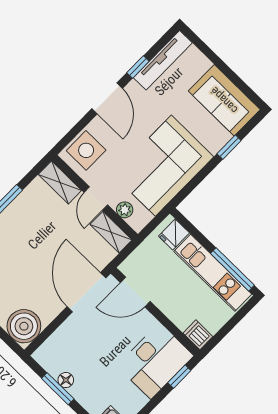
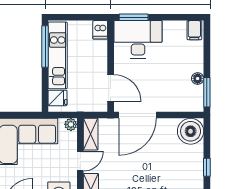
plant: (125, 210) -> (71, 124), moved
window: (179, 377) -> (134, 17), width x1.50
window: (58, 389) -> (207, 92), moved

